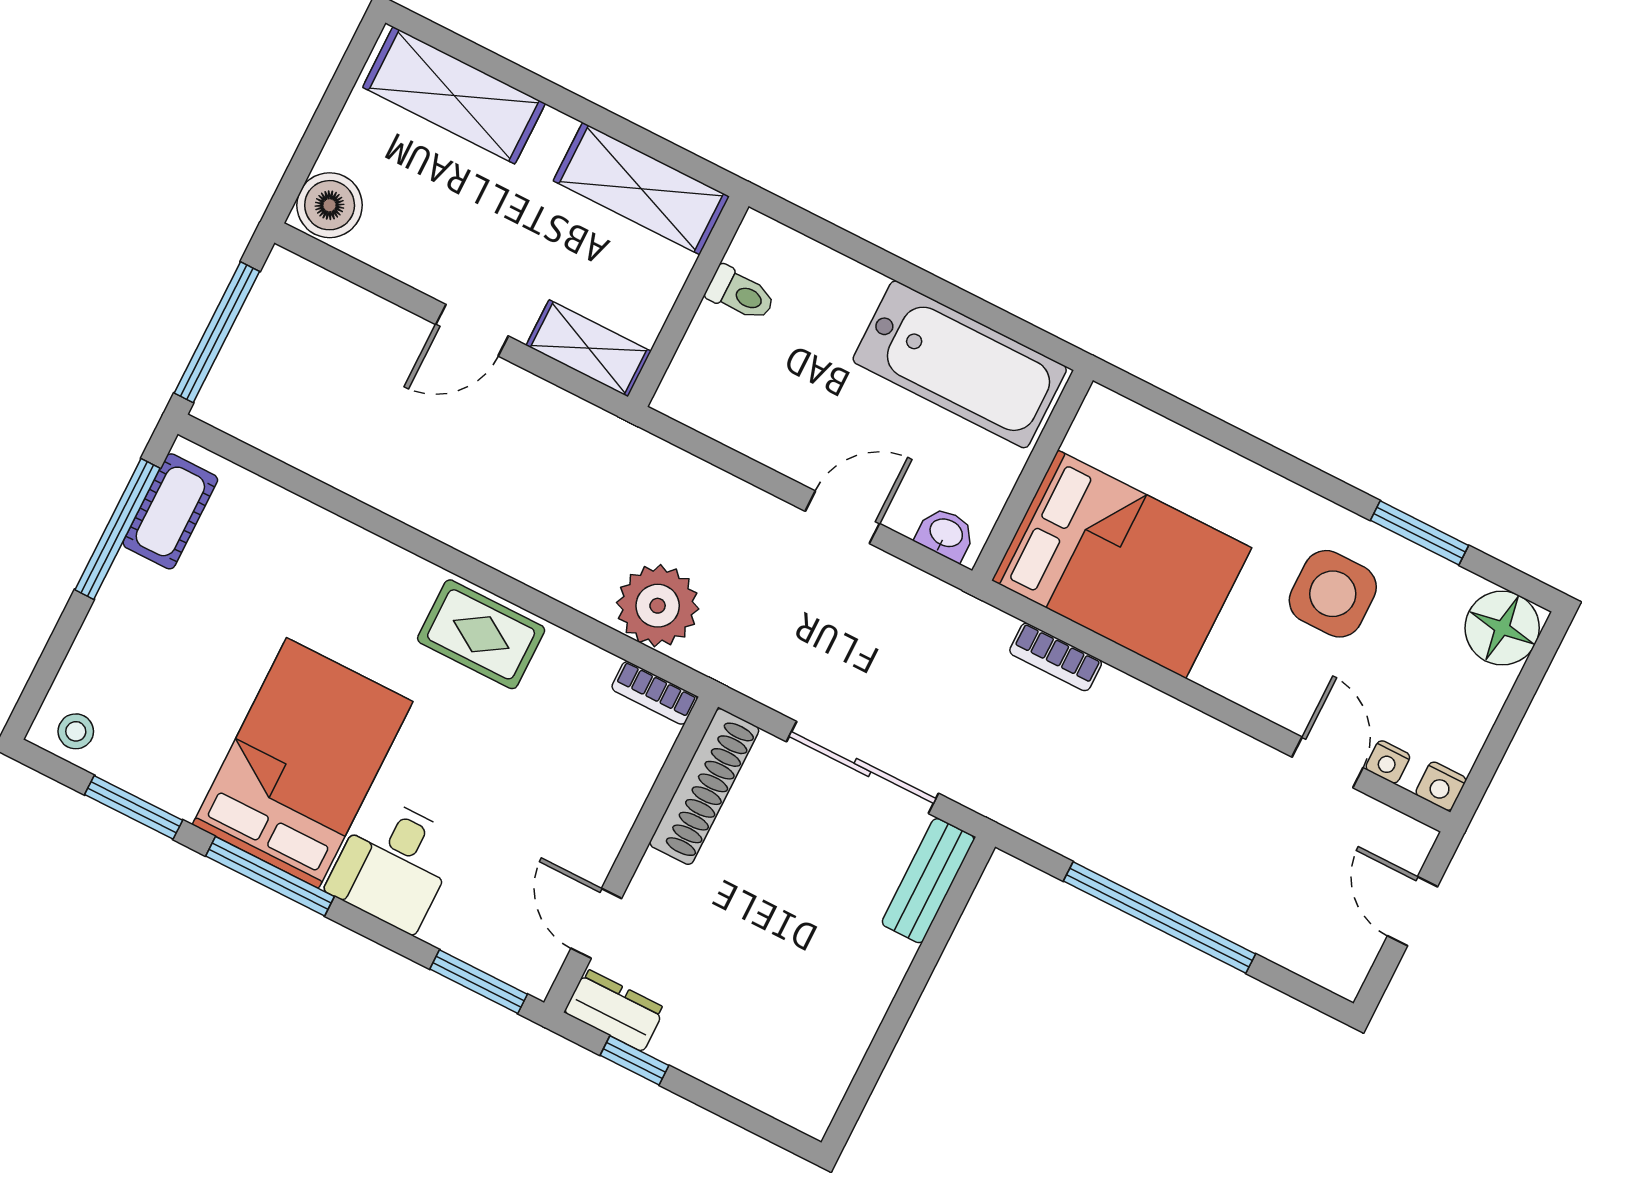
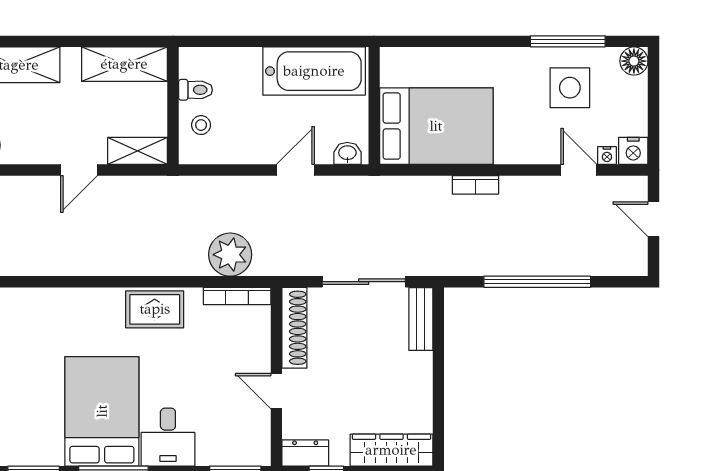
stool: (720, 359) -> (201, 125), added
window: (1420, 533) -> (568, 41), width x1.44
side table: (1333, 594) -> (570, 88), moved
floor lamp: (1502, 628) -> (634, 61), width x0.73, depth x0.73
bookcase: (1056, 657) -> (476, 185), moved
bookcase: (654, 693) -> (237, 296), width x1.56
nightstand: (1441, 786) -> (633, 151), width x1.39, depth x1.35
door: (596, 923) -> (276, 391), moved
wardrobe: (765, 1080) -> (391, 450), added

